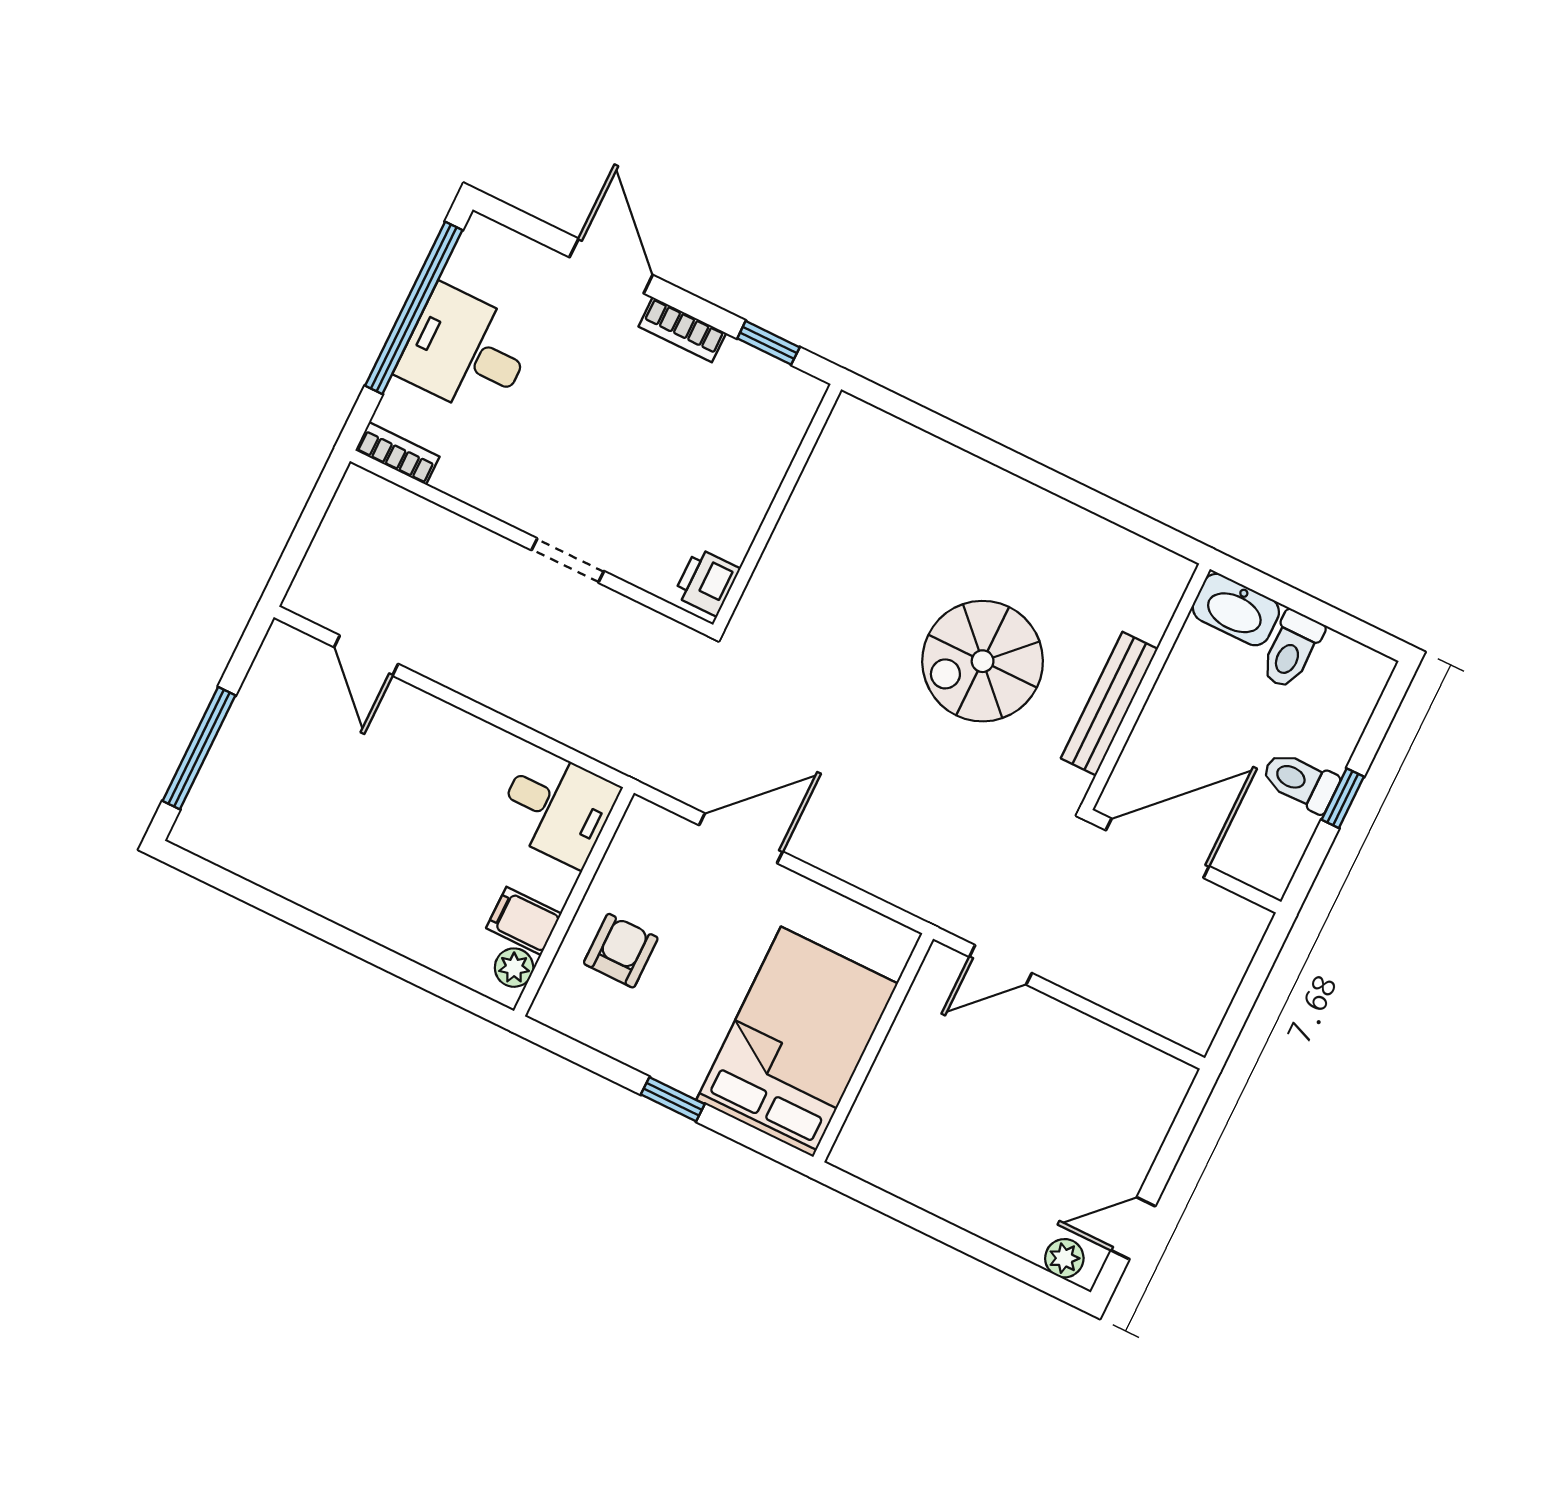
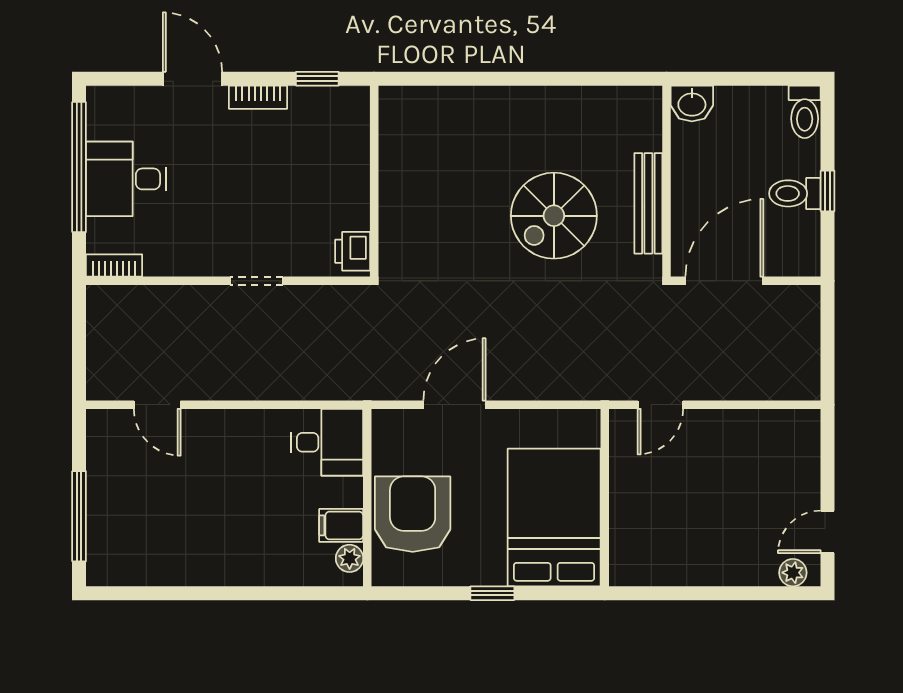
washbasin: (1236, 610) -> (692, 103), width x0.72
toilet: (1291, 650) -> (805, 112), moved
armchair: (621, 951) -> (413, 514), width x1.88, depth x1.88

